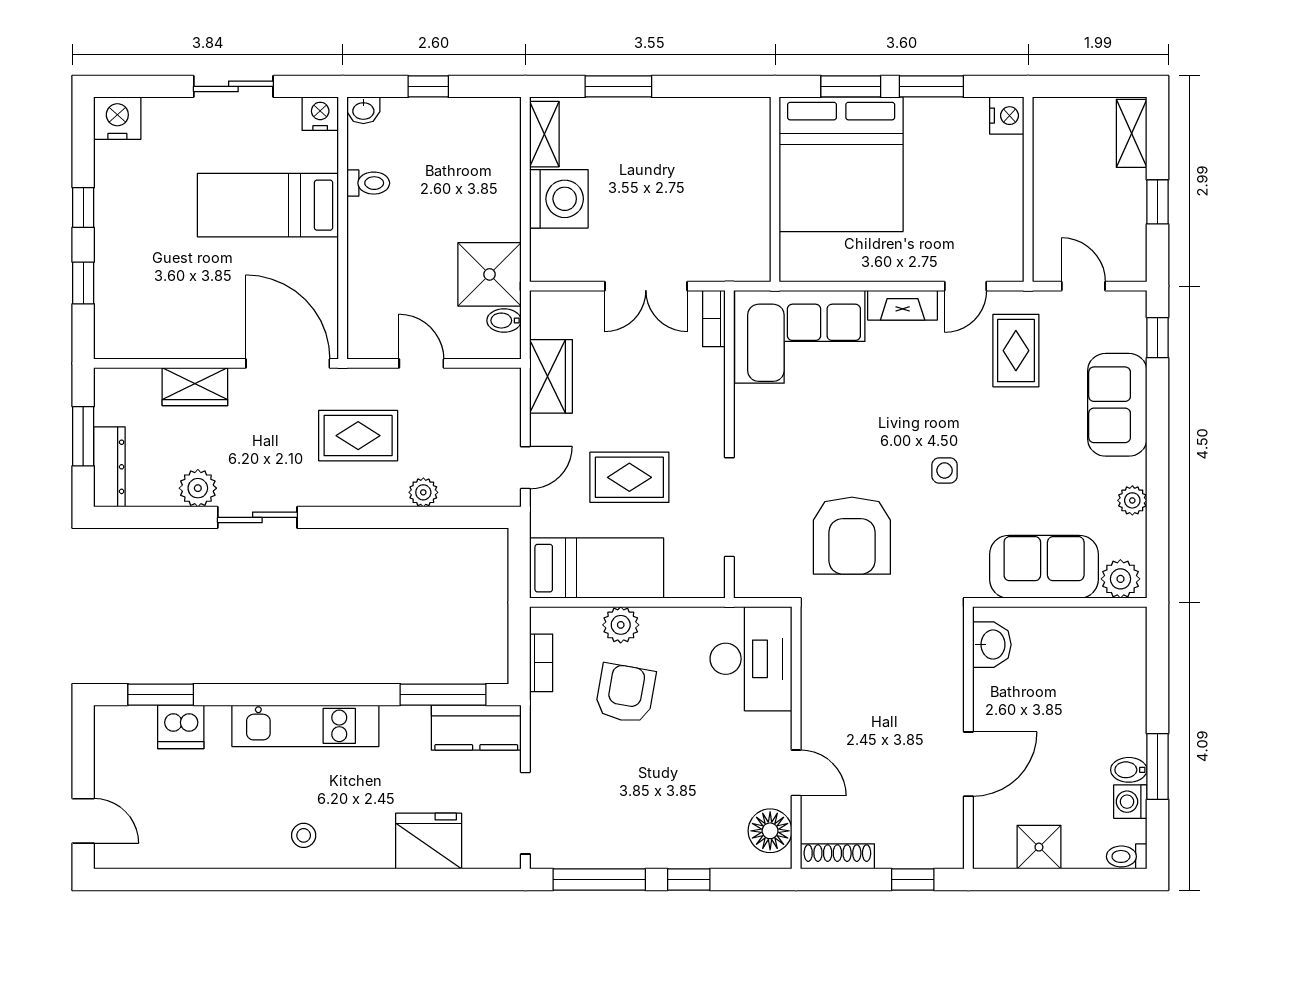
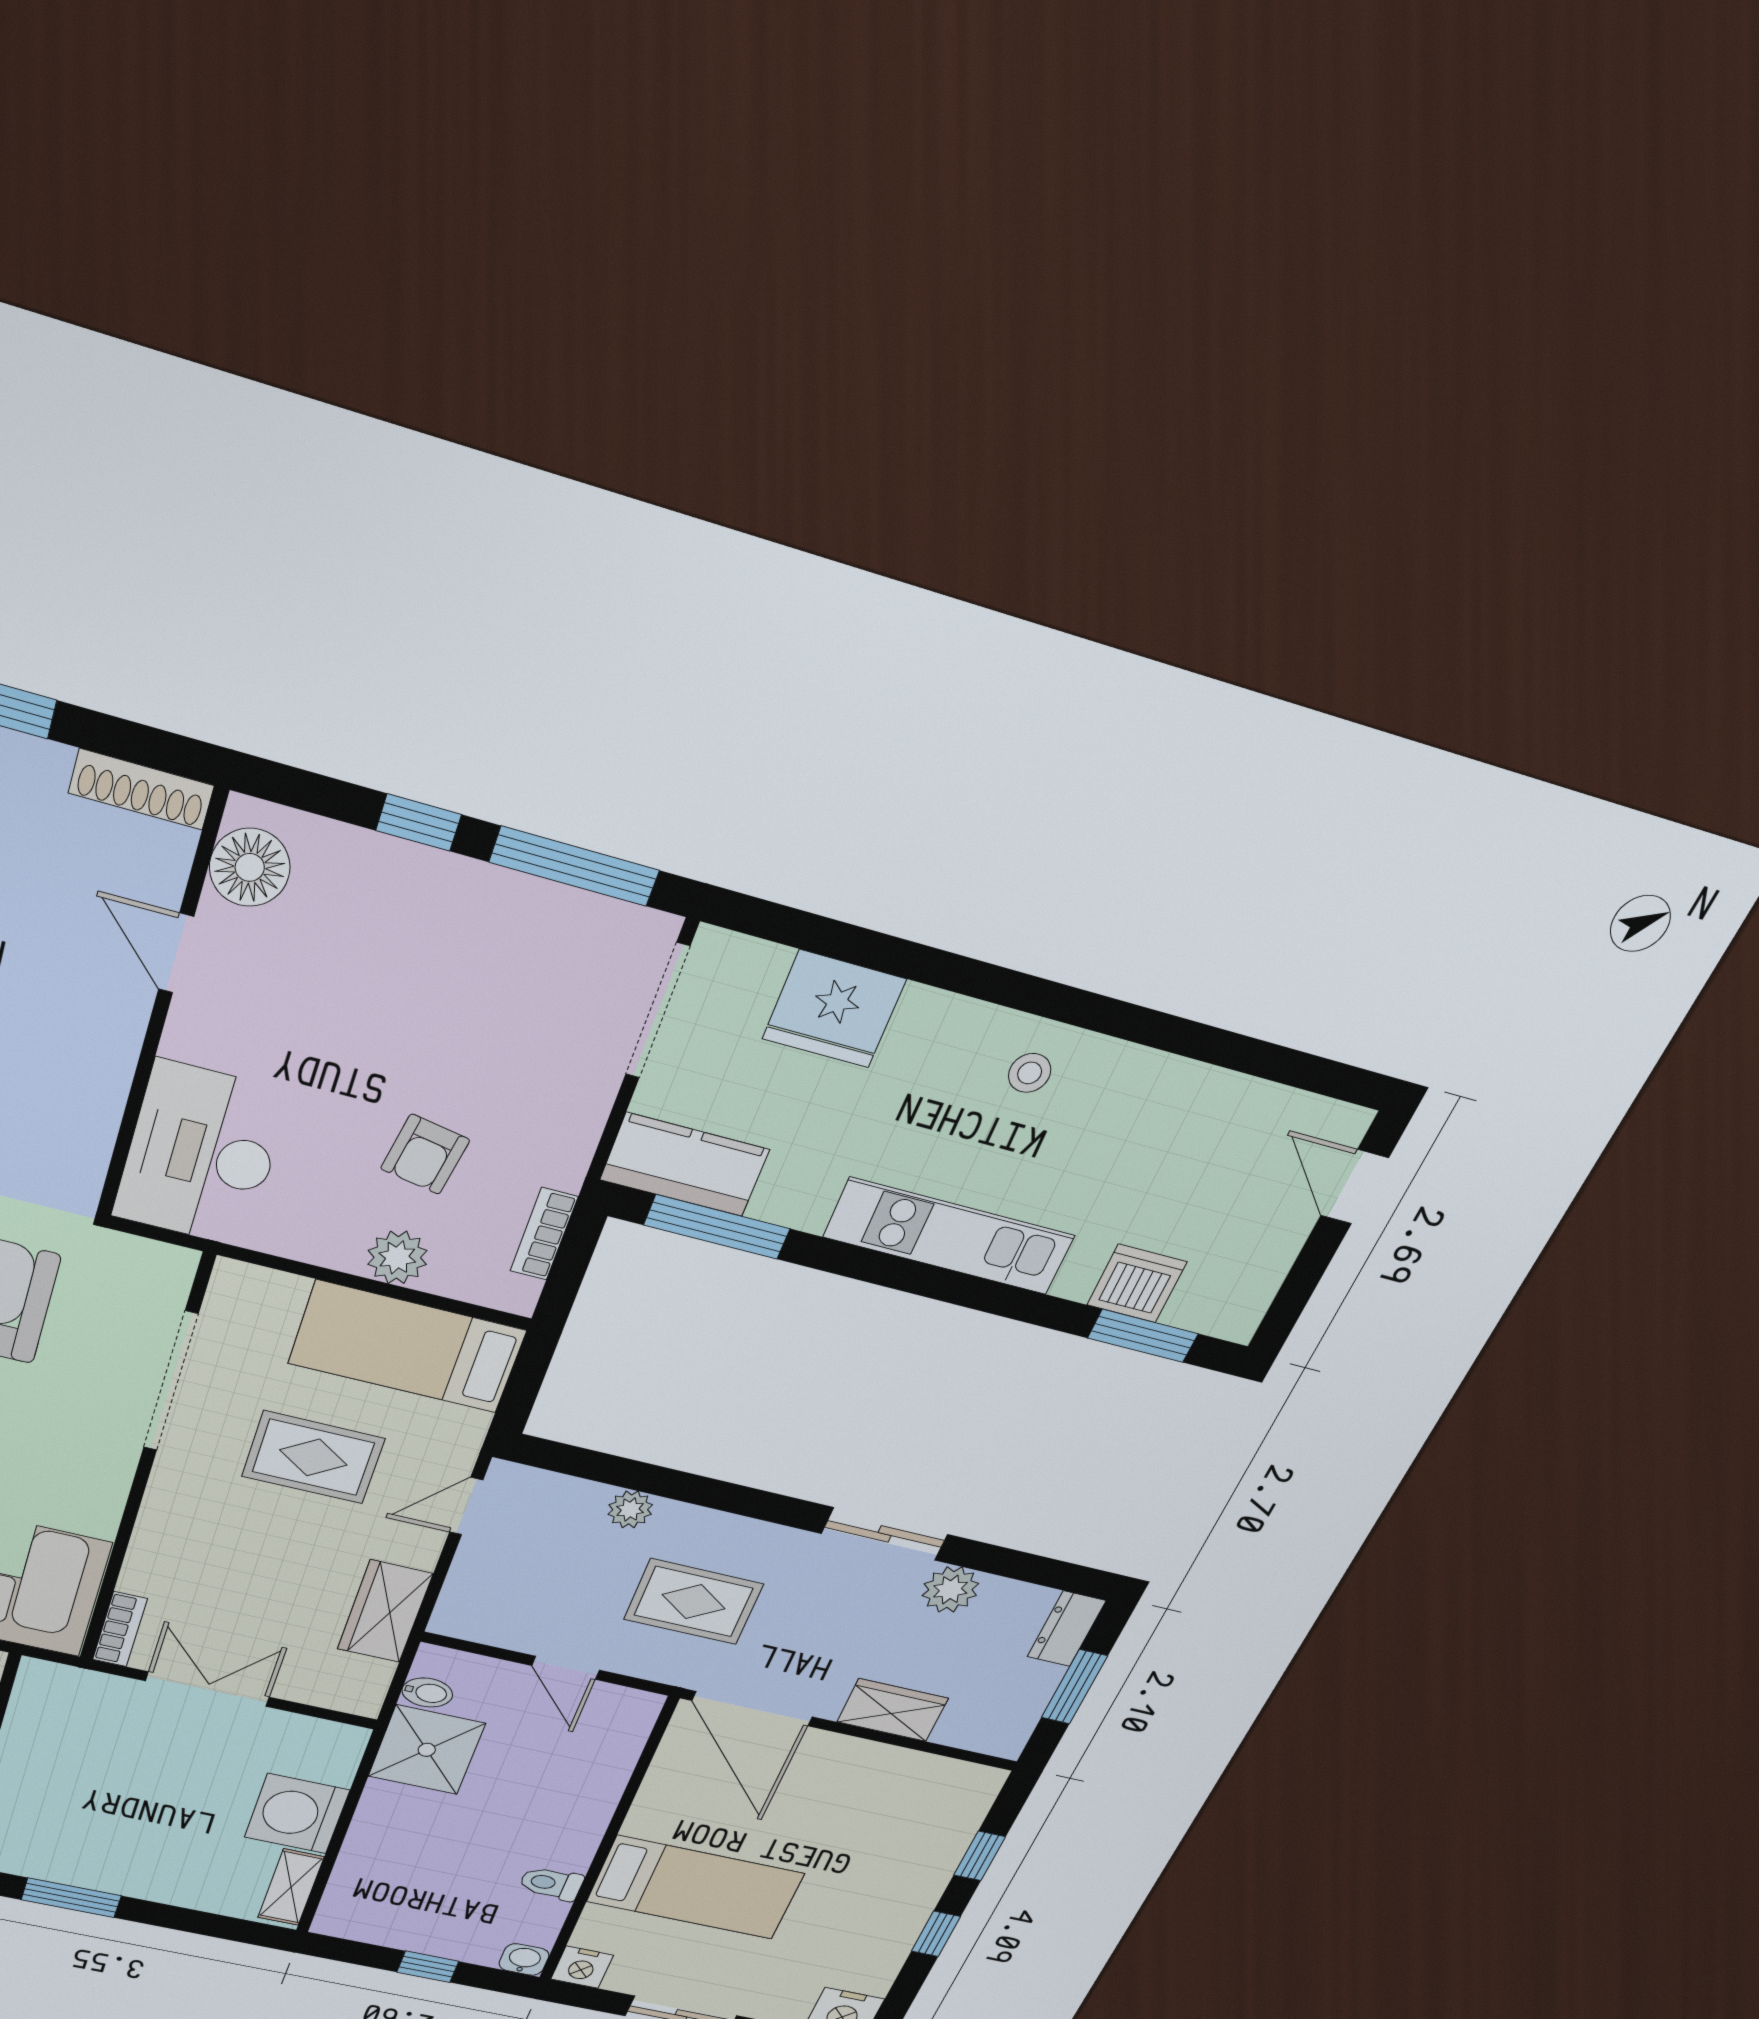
window: (618, 86) -> (71, 1898), moved
dresser: (109, 467) -> (1067, 1629), width x0.70
armchair: (625, 693) -> (425, 1154), width x0.72, depth x0.72

